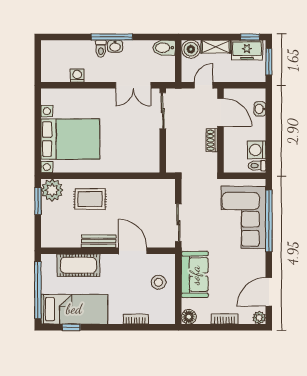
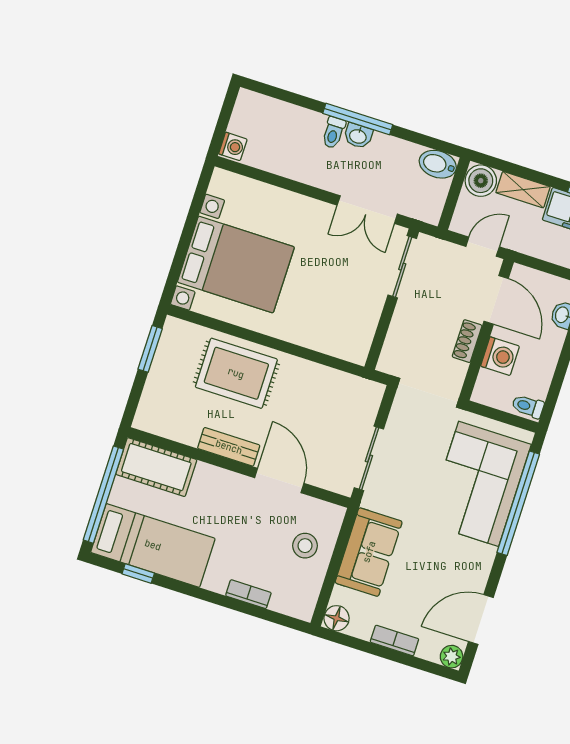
washing machine: (77, 76) -> (233, 146), moved, turned 90
washing machine: (257, 150) -> (500, 356), moved, turned 180
plant: (52, 190) -> (179, 339), removed
rug: (90, 199) -> (236, 373), width x1.36, depth x1.43
cot: (78, 265) -> (156, 467), moved

